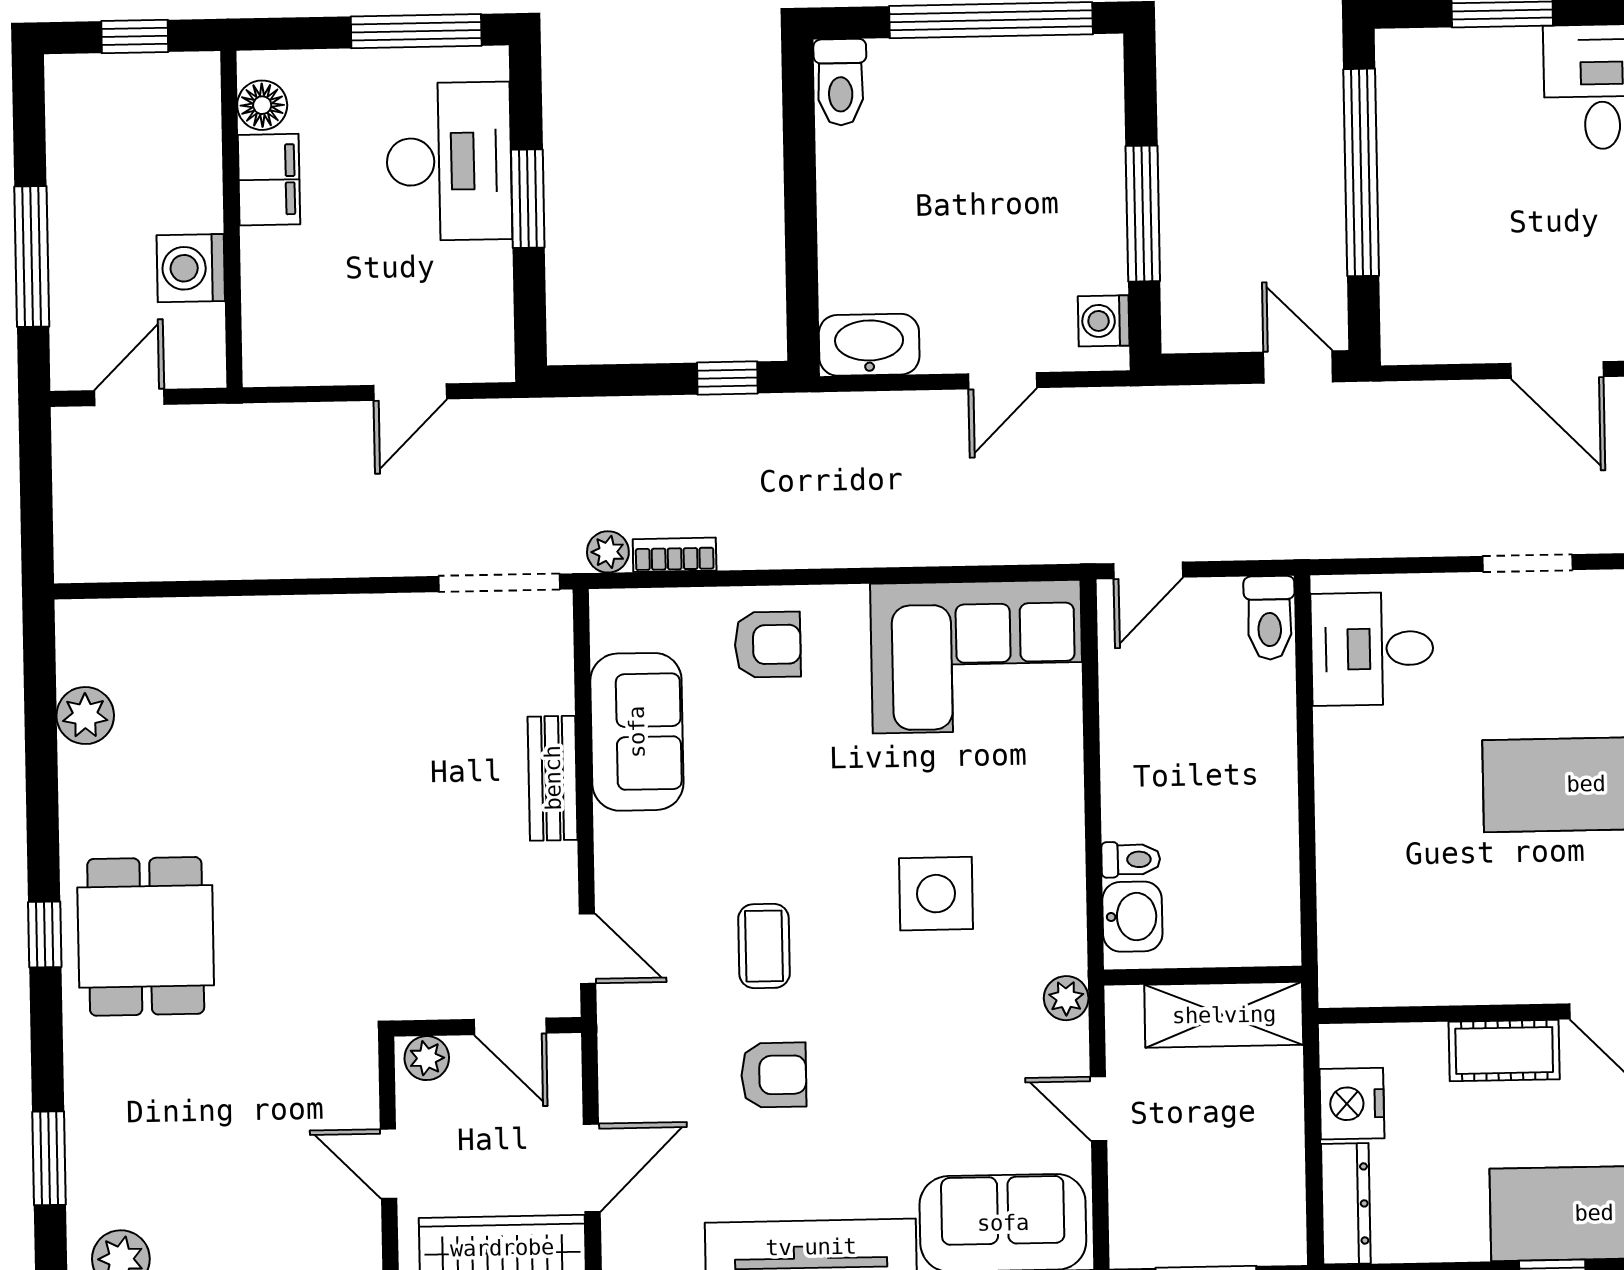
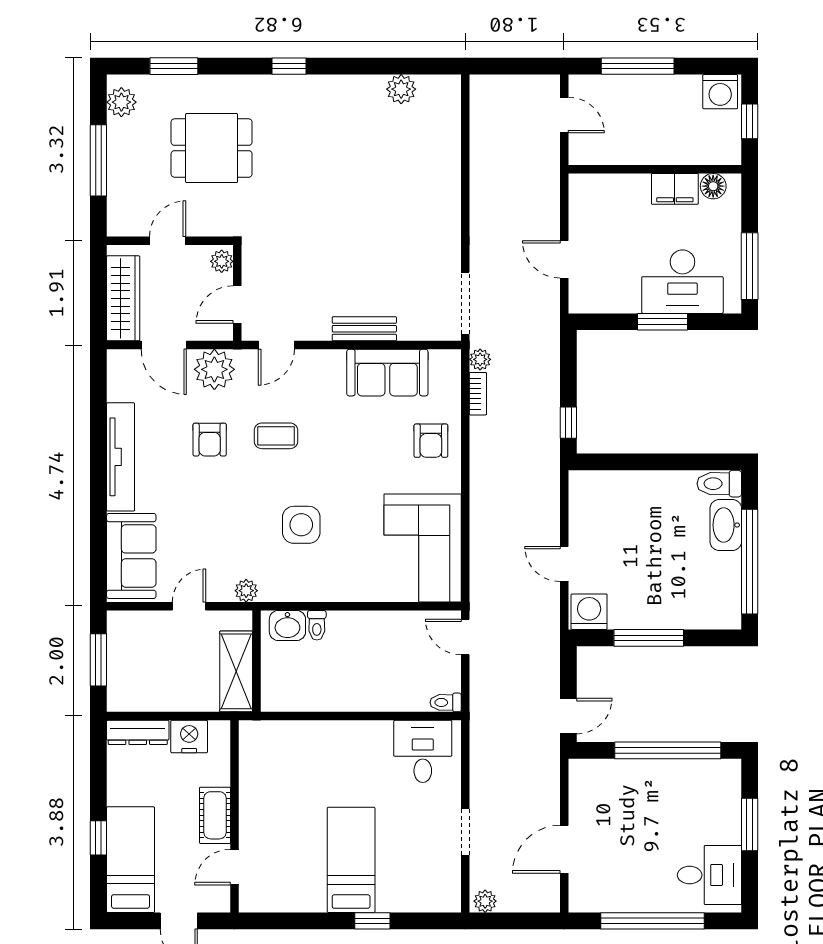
washing machine: (191, 268) -> (720, 92), moved, turned 180
washing machine: (1104, 321) -> (589, 612), width x1.38, depth x1.38
washbasin: (869, 345) -> (726, 525), moved, turned 180
toilet: (1270, 618) -> (446, 702), width x0.73, depth x0.72
dining table: (146, 936) -> (212, 148), moved
plant: (637, 1068) -> (214, 369), added

